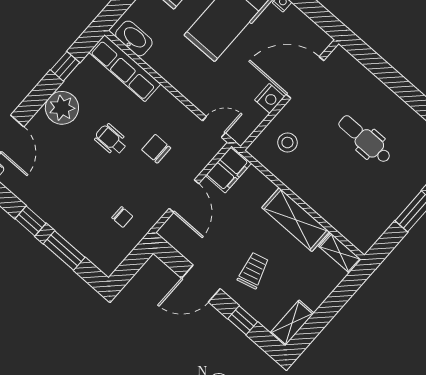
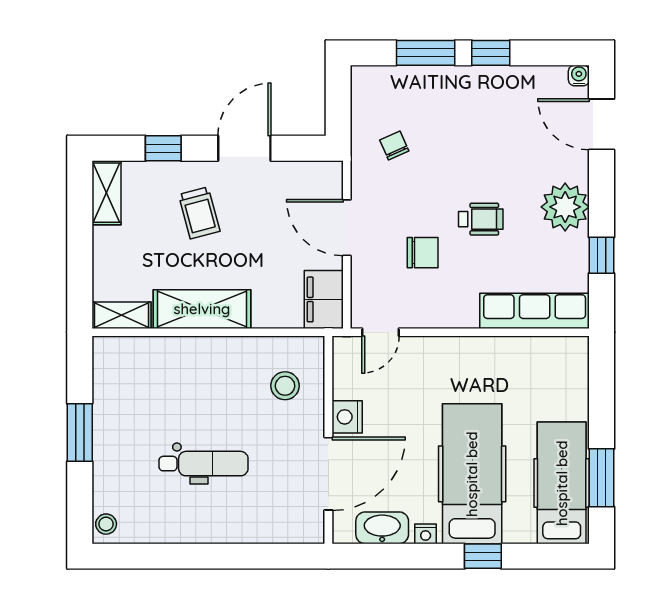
washbasin: (134, 38) -> (382, 528), moved, turned 180
chair: (122, 217) -> (394, 145), turned 66

